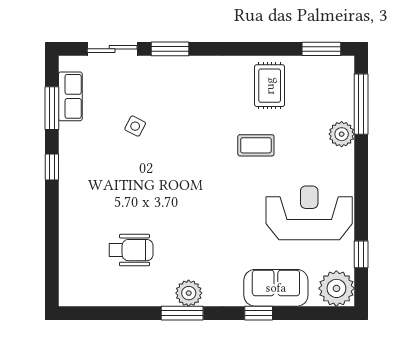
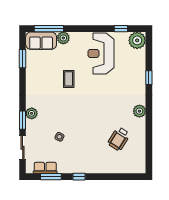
window: (321, 49) -> (23, 59), moved
plant: (184, 68) -> (32, 113), added
rug: (270, 86) -> (40, 72), removed
wheelchair: (131, 250) -> (119, 139), turned -148
sofa: (276, 288) -> (41, 41), moved, turned -90
window: (182, 313) -> (149, 114), removed

